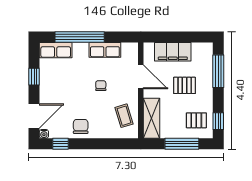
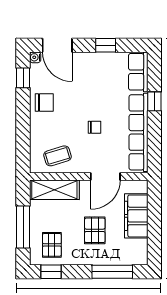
window: (80, 37) -> (154, 101), width x0.32
row of seats: (105, 50) -> (138, 132), width x2.02

